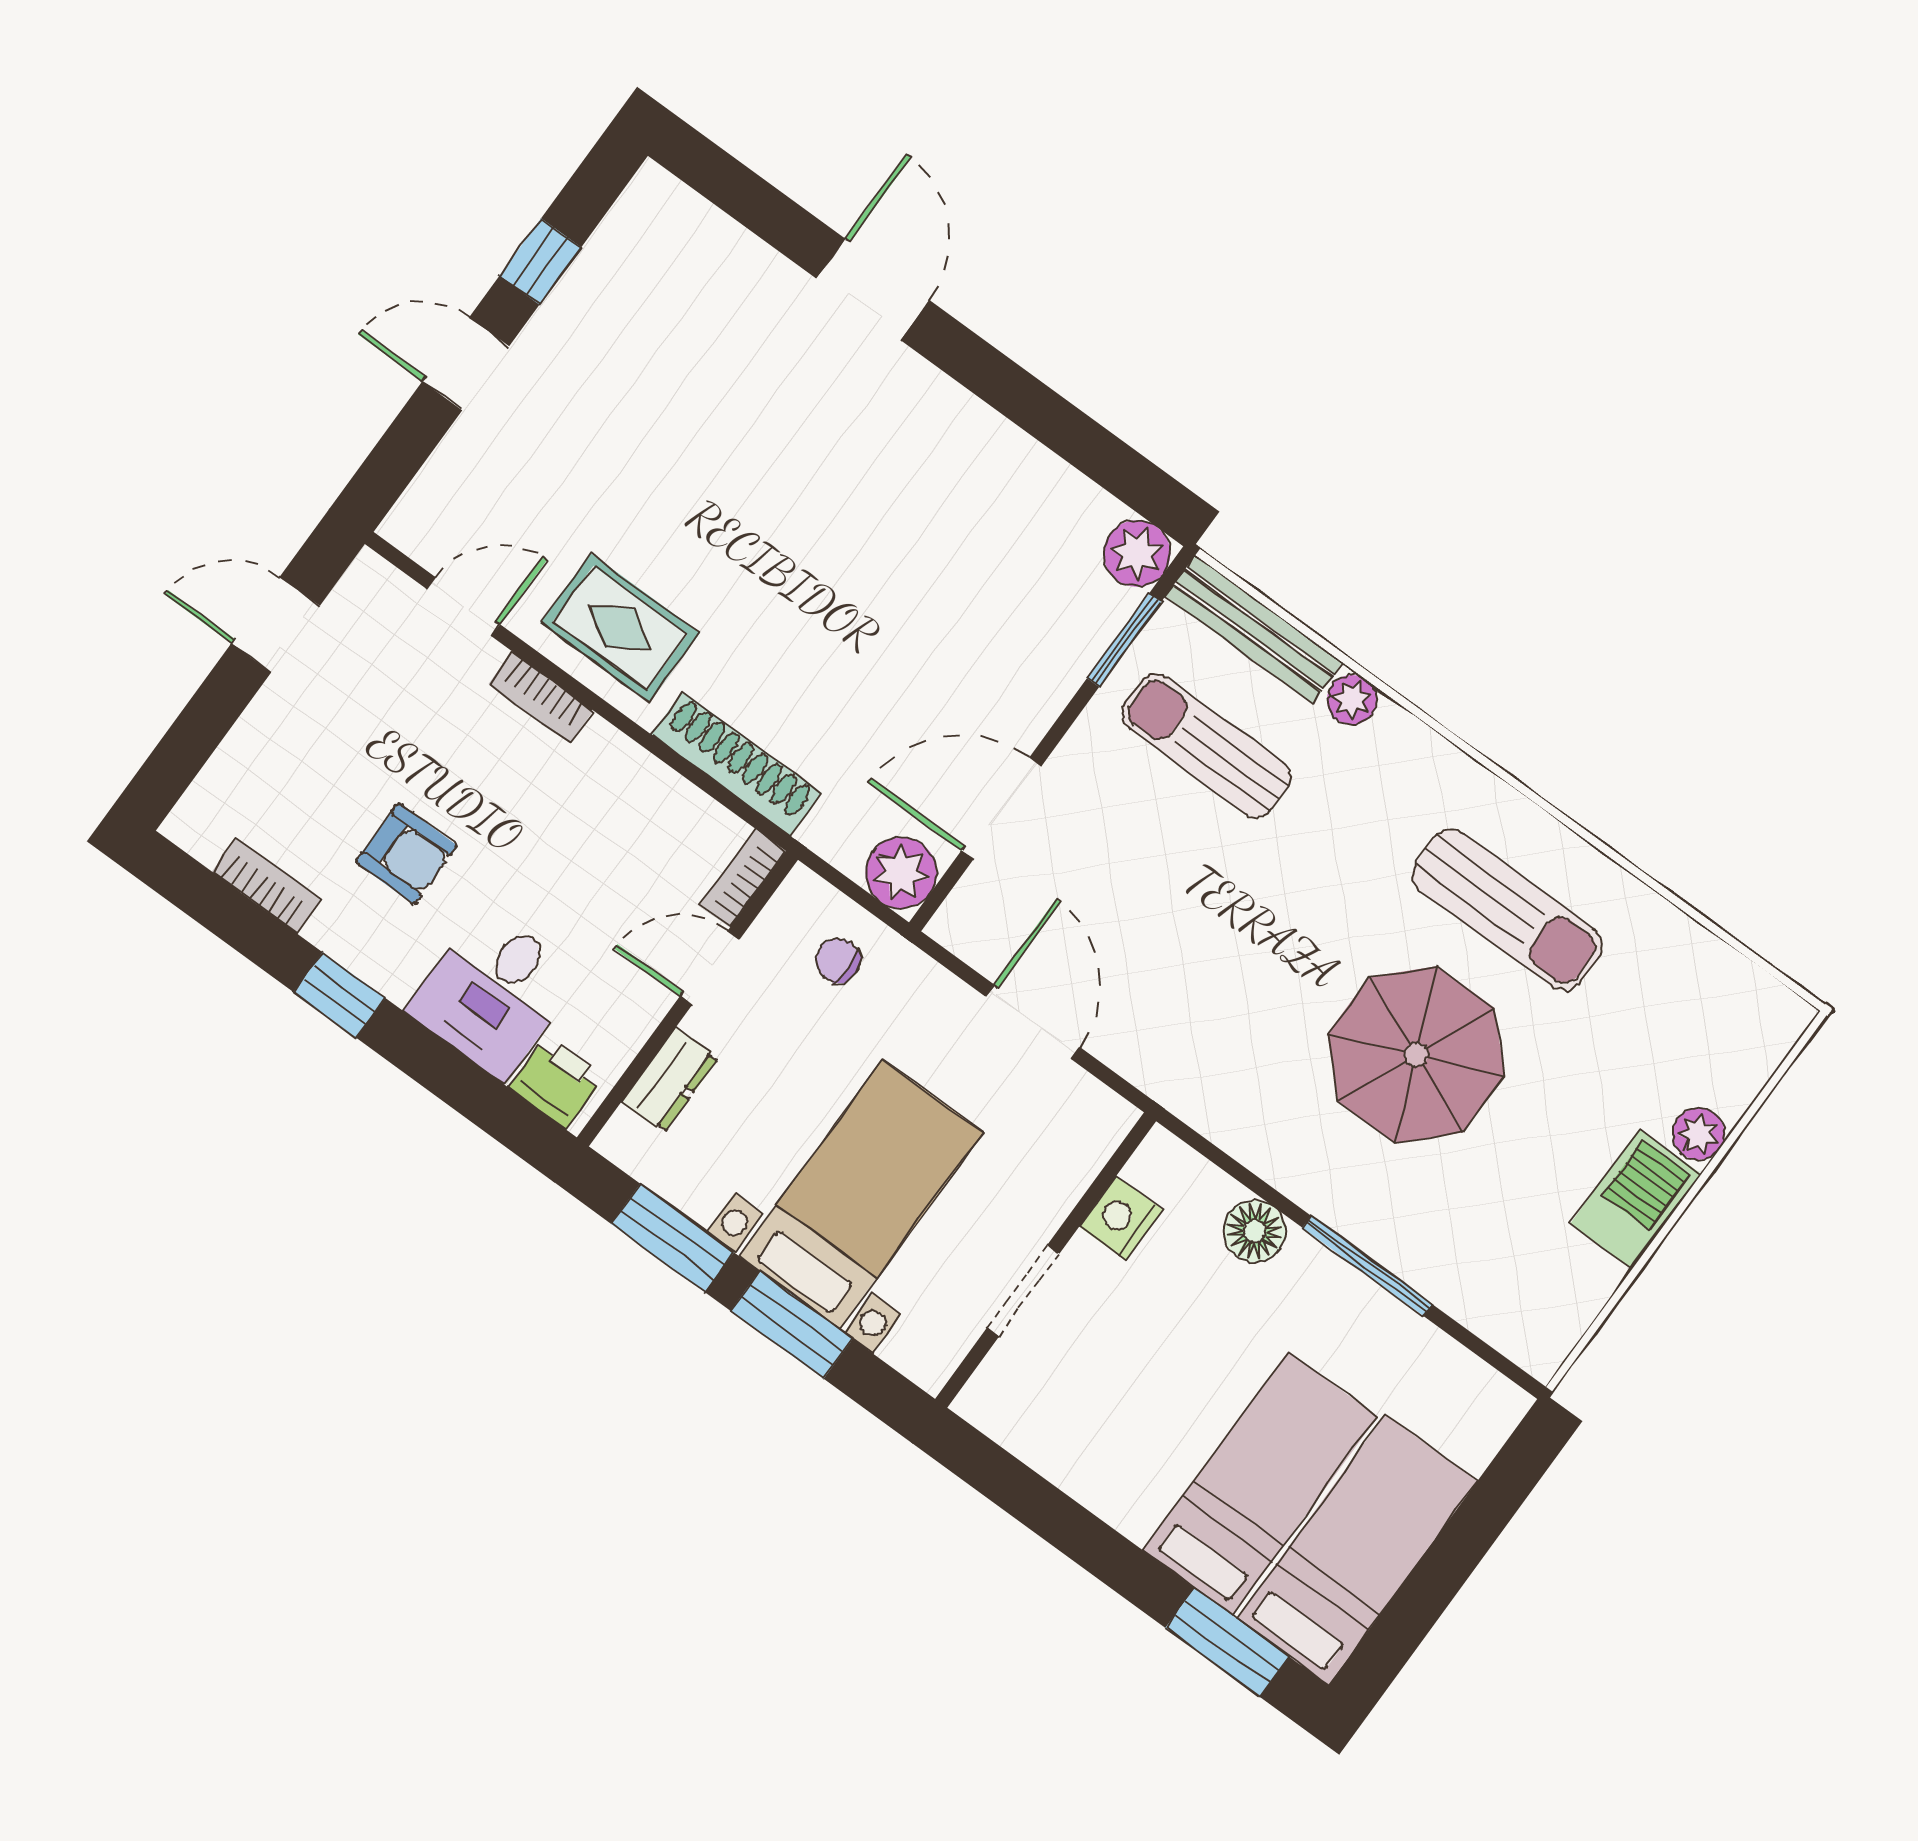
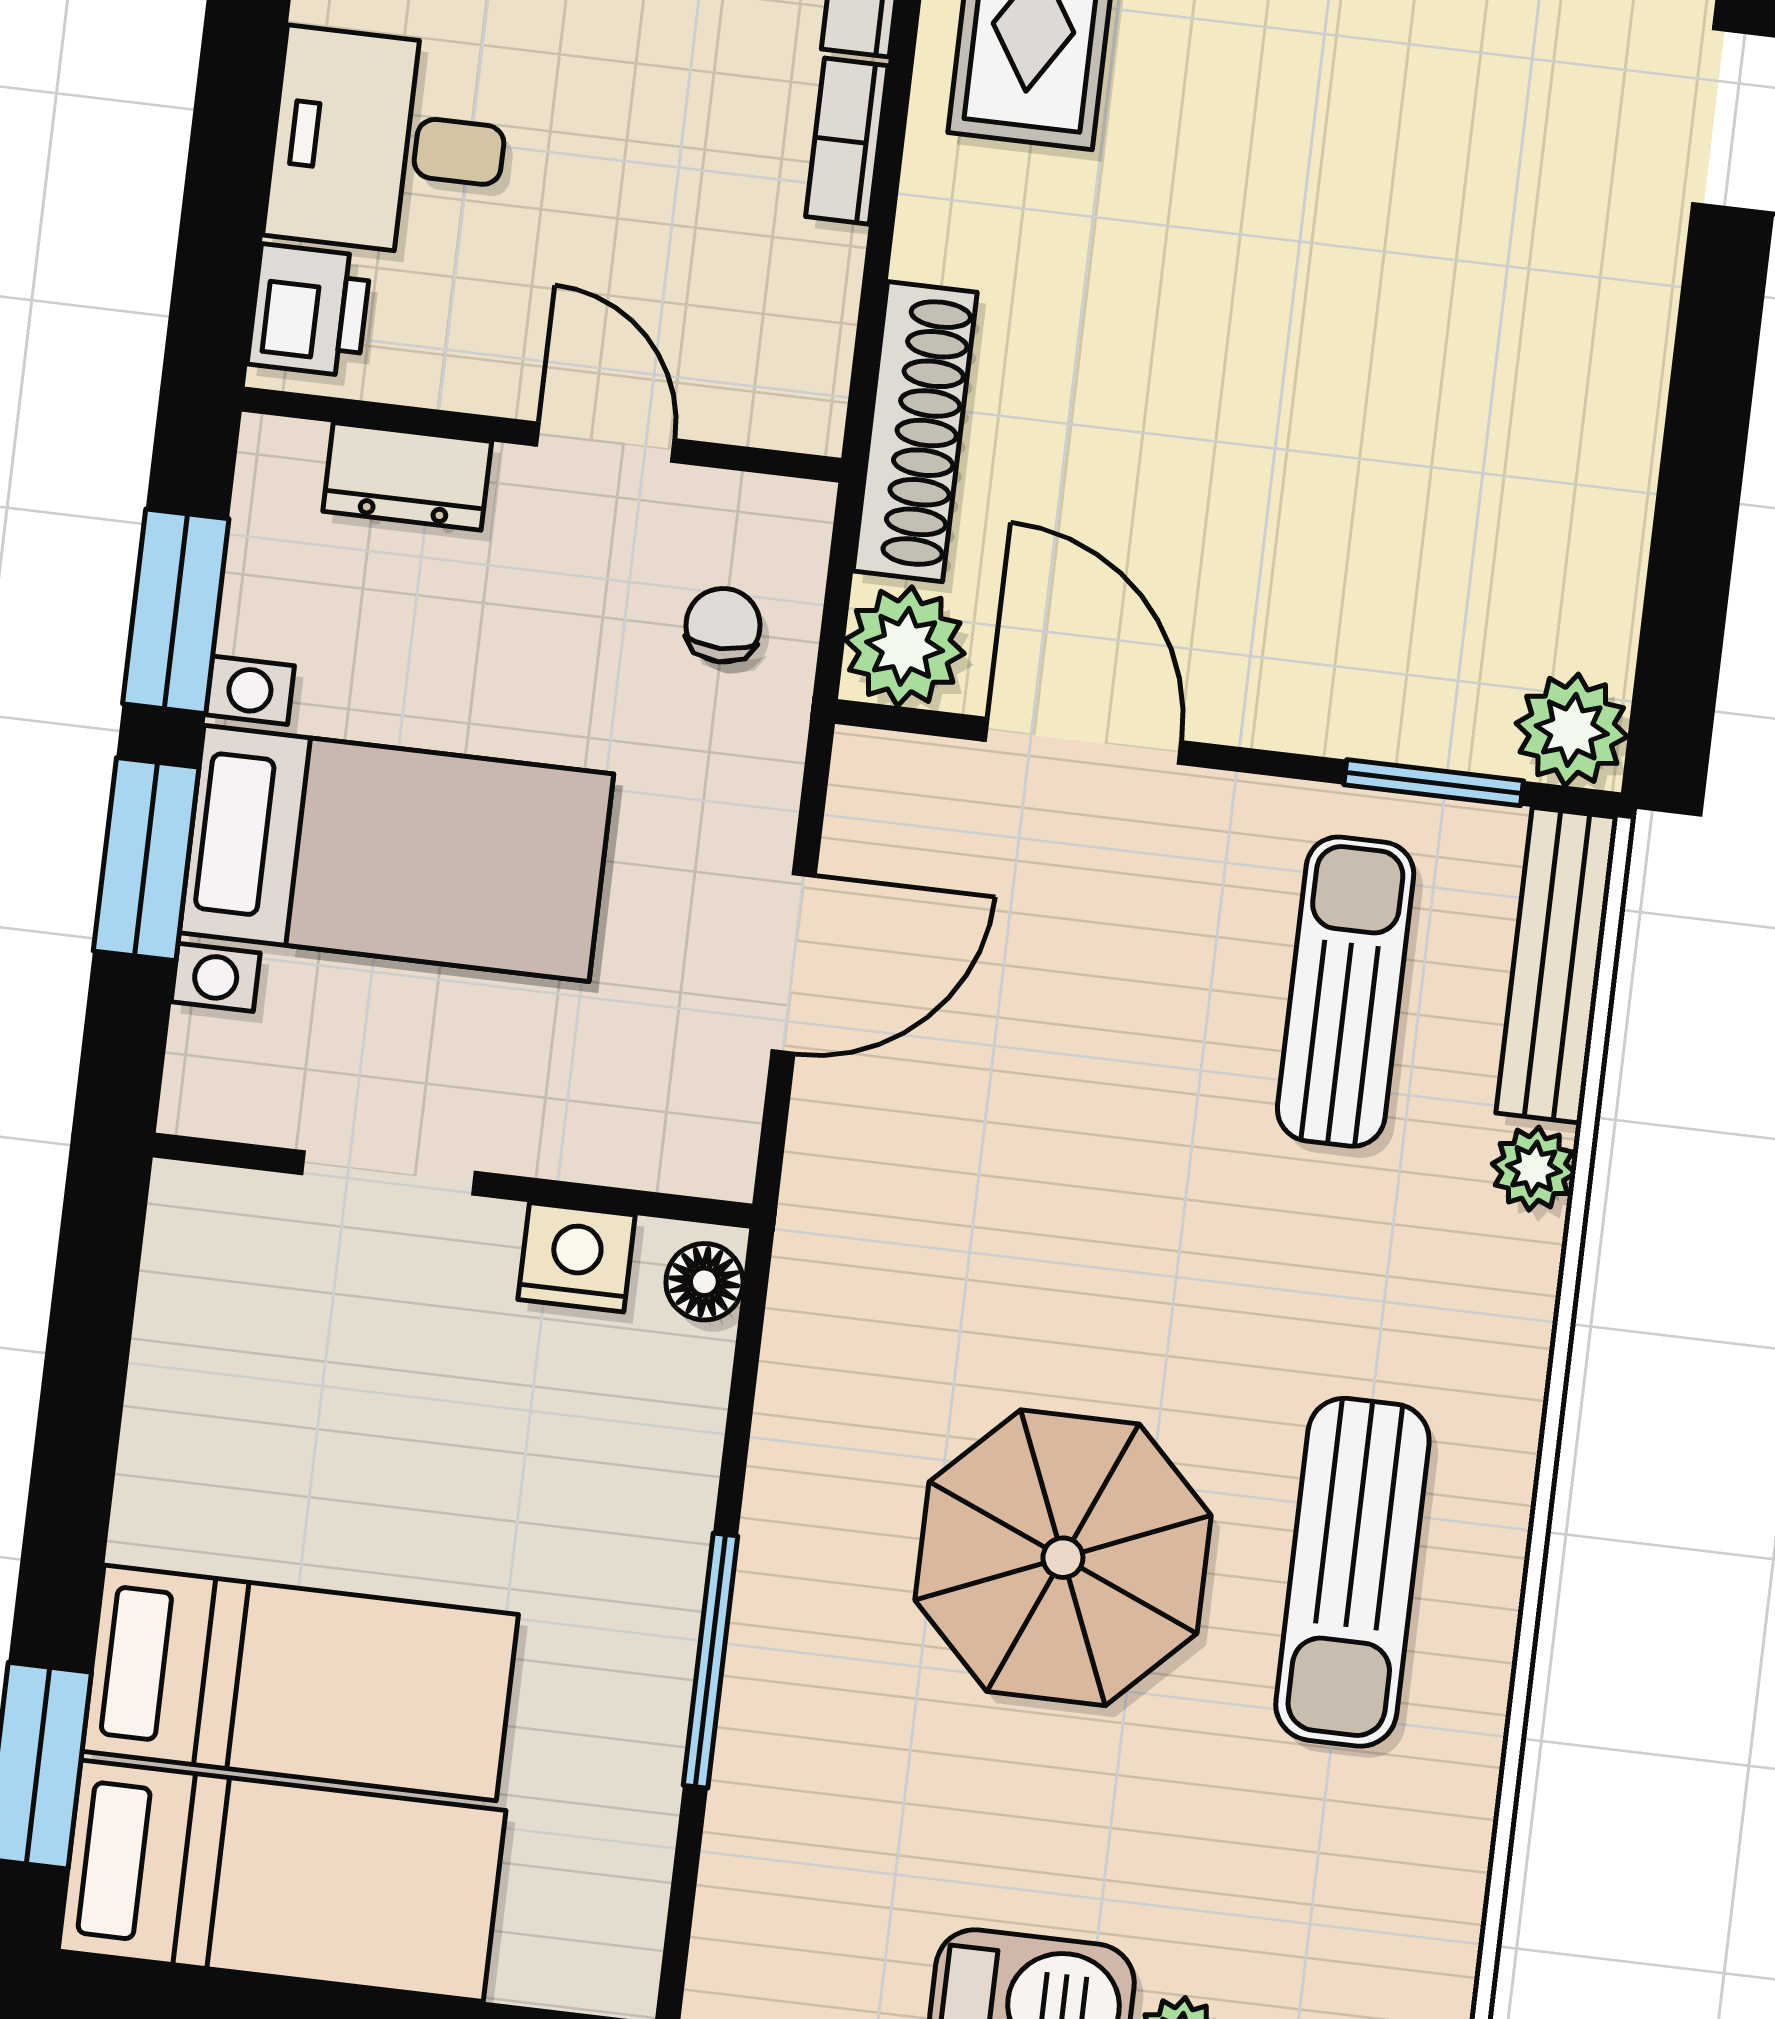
shoe rack: (736, 764) -> (915, 432), moved
bookcase: (743, 878) -> (847, 141), moved, turned -90
floor lamp: (1255, 1231) -> (704, 1282), moved, width x0.73, depth x0.73

